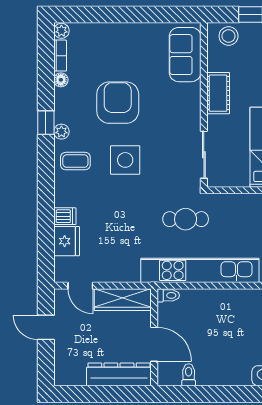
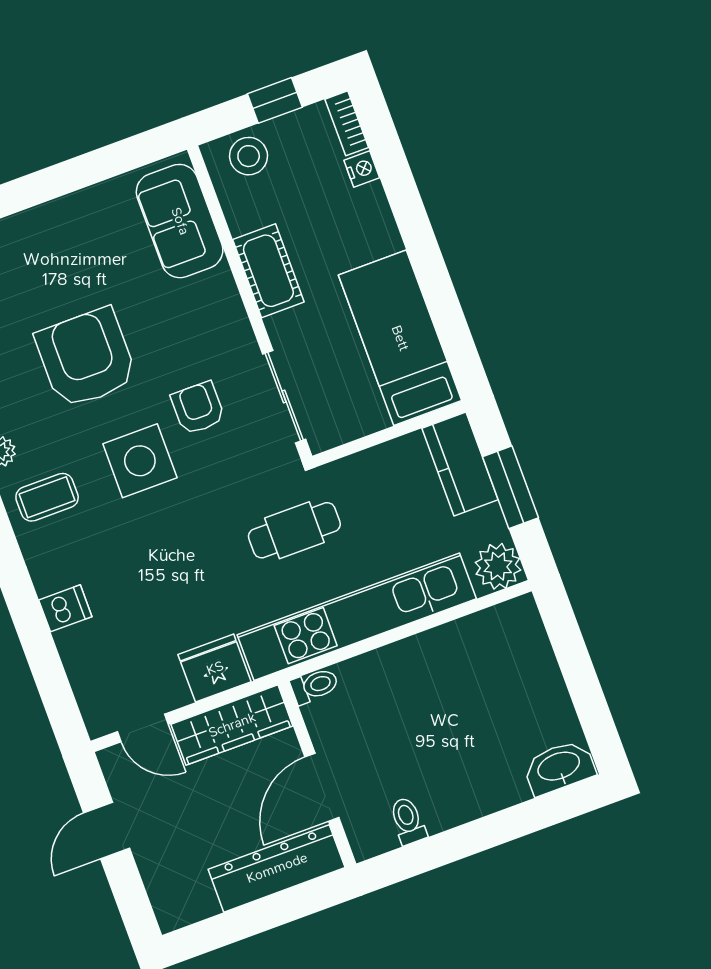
armchair: (161, 145) -> (198, 408), added
fridge: (67, 241) -> (215, 668), moved, turned -90
door: (46, 327) -> (107, 831), hinge flipped
door: (154, 344) -> (322, 787), swing flipped

